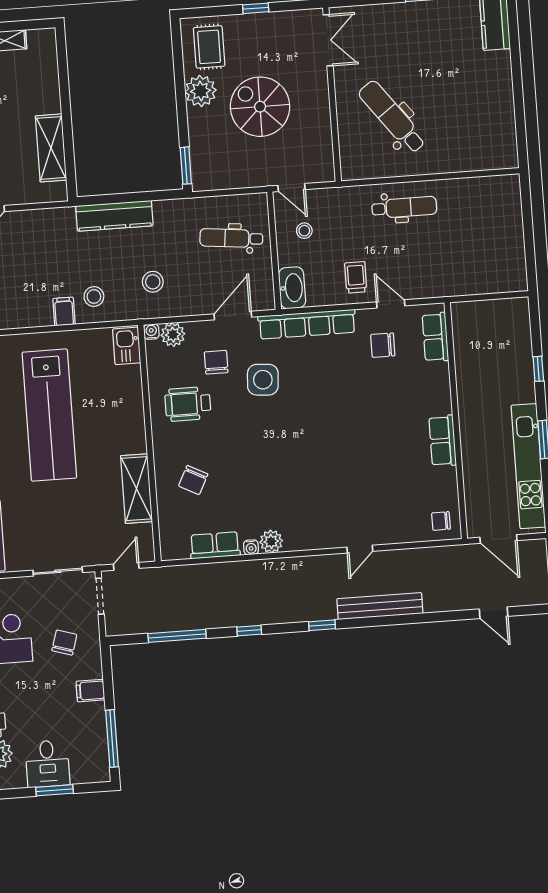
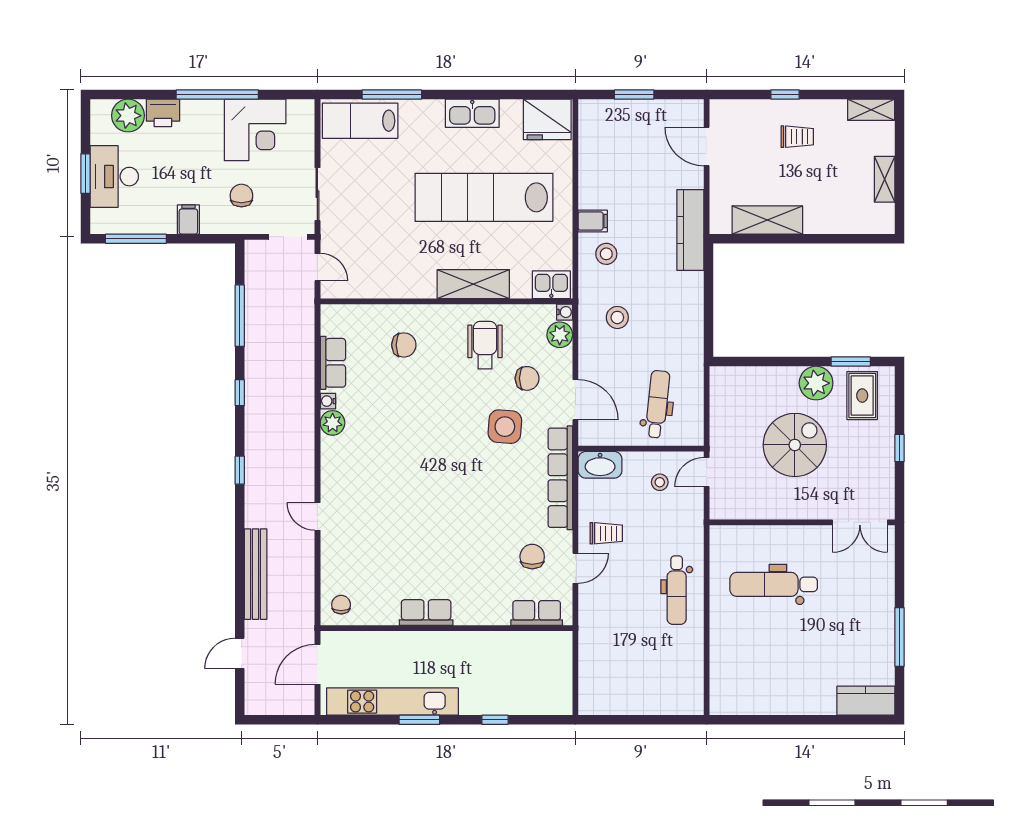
rug: (209, 47) -> (862, 396), turned 90
dental chair: (392, 117) -> (774, 584), turned -143
window: (186, 166) -> (851, 362), moved
kitchen counter: (114, 216) -> (690, 230), moved
chair: (193, 480) -> (404, 345), turned 153
shelving: (136, 489) -> (473, 284), moved
bench: (380, 606) -> (256, 574), moved
chair: (64, 643) -> (241, 196), turned -107
desk: (47, 764) -> (114, 177), width x1.37

